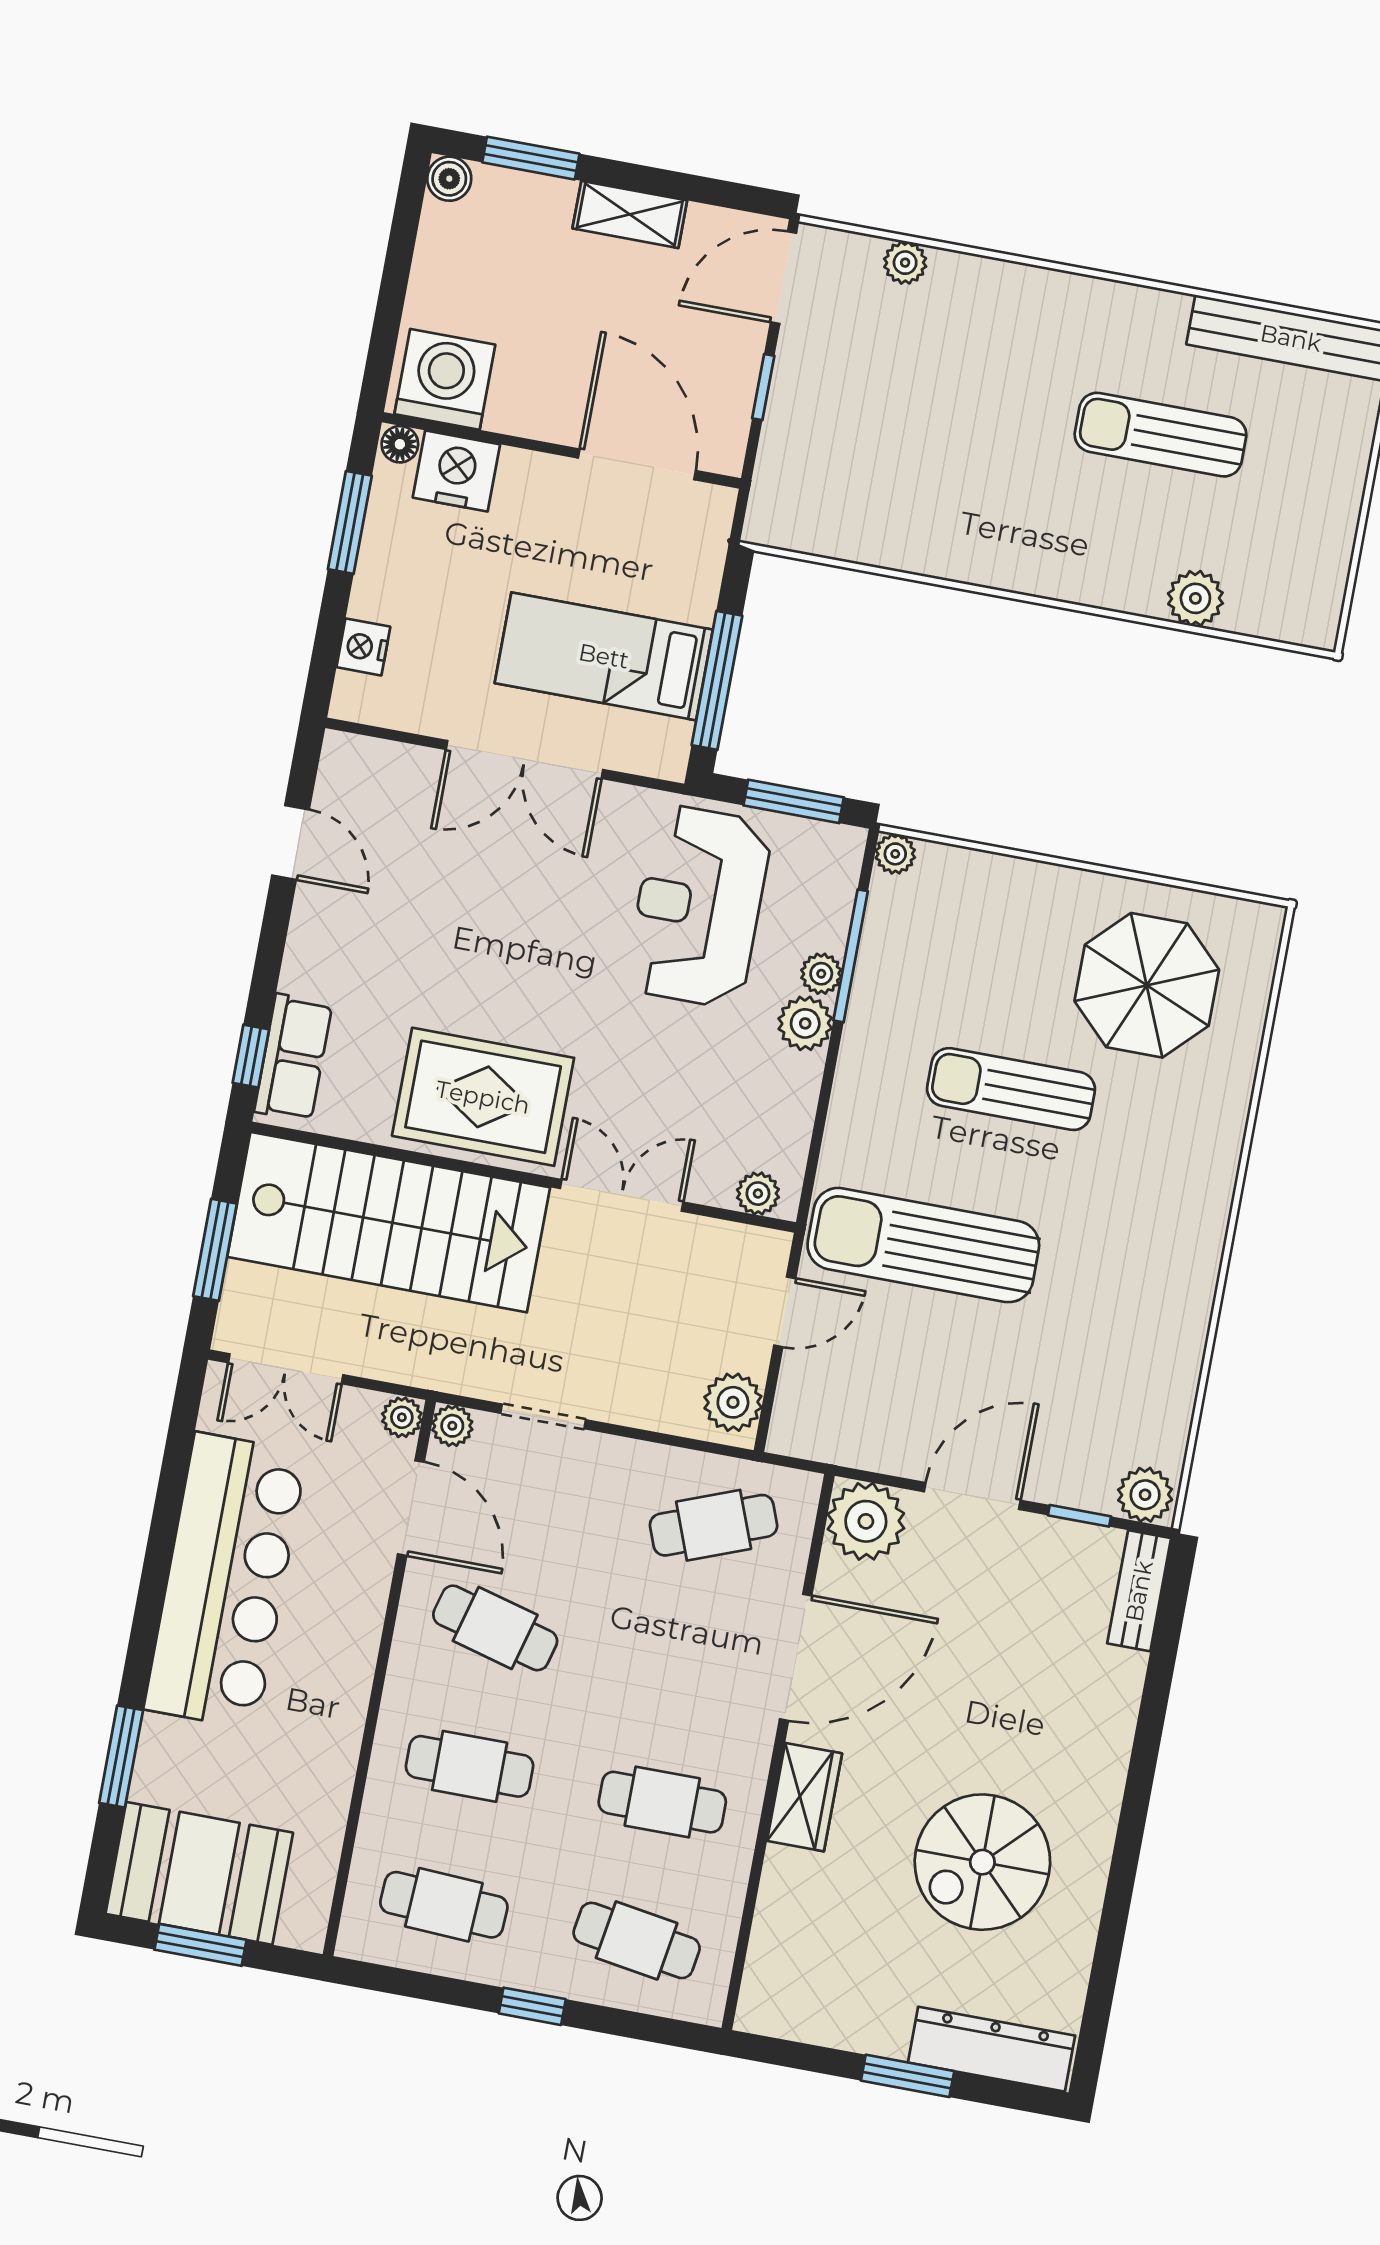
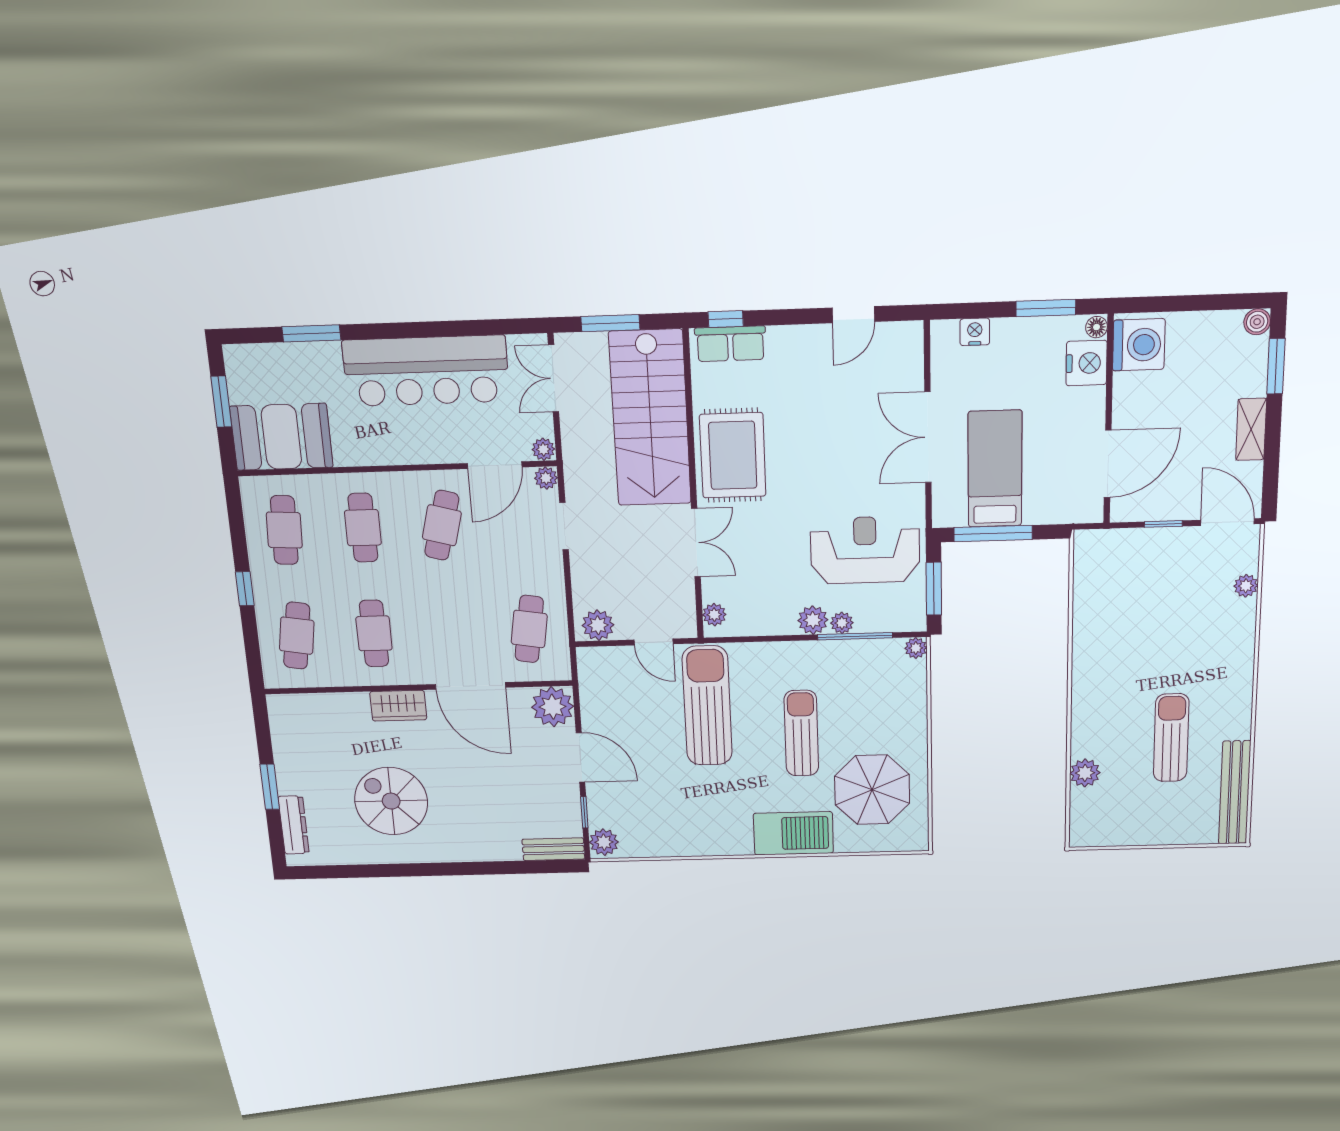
barbecue: (1201, 1145) -> (793, 833), added
cafe table: (714, 1525) -> (529, 629), turned 30
booth: (199, 1873) -> (281, 437), moved, turned 90
dresser: (991, 2049) -> (294, 825), width x0.73, depth x0.80

